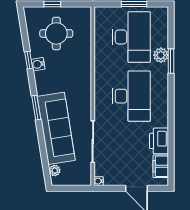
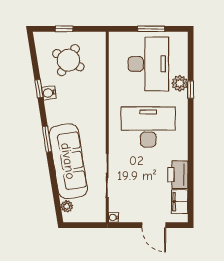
round table: (56, 33) -> (68, 60), turned 30
window: (171, 61) -> (191, 90), width x0.67
desk: (131, 96) -> (148, 127), turned -90

